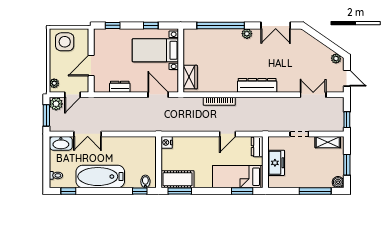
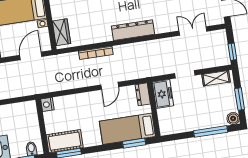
door: (158, 95) -> (31, 56), hinge flipped
freezer: (276, 163) -> (163, 94), moved

